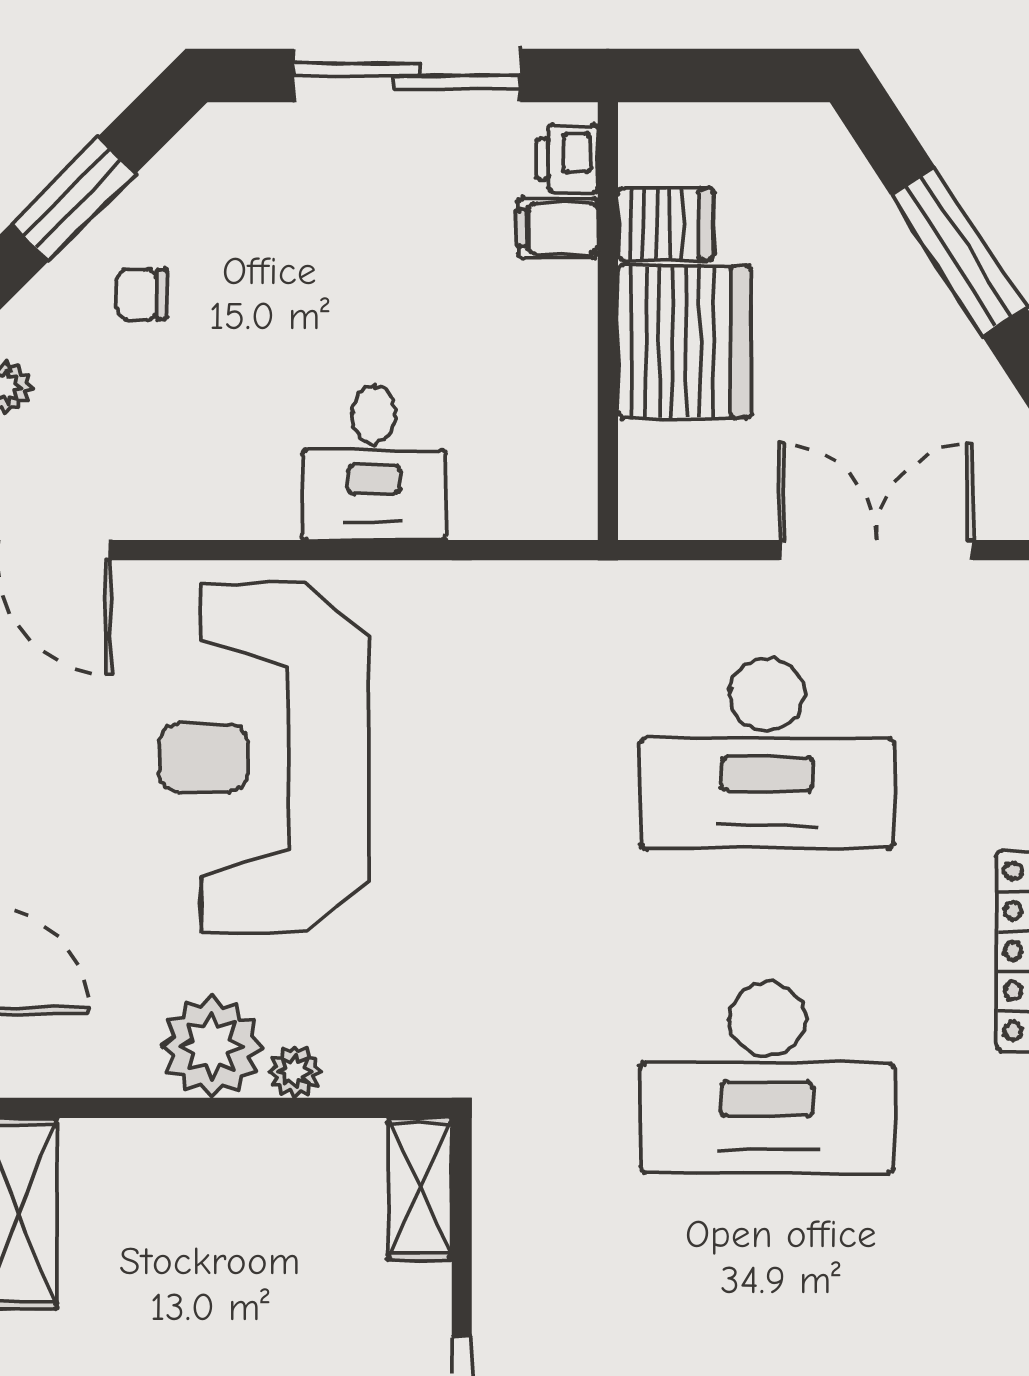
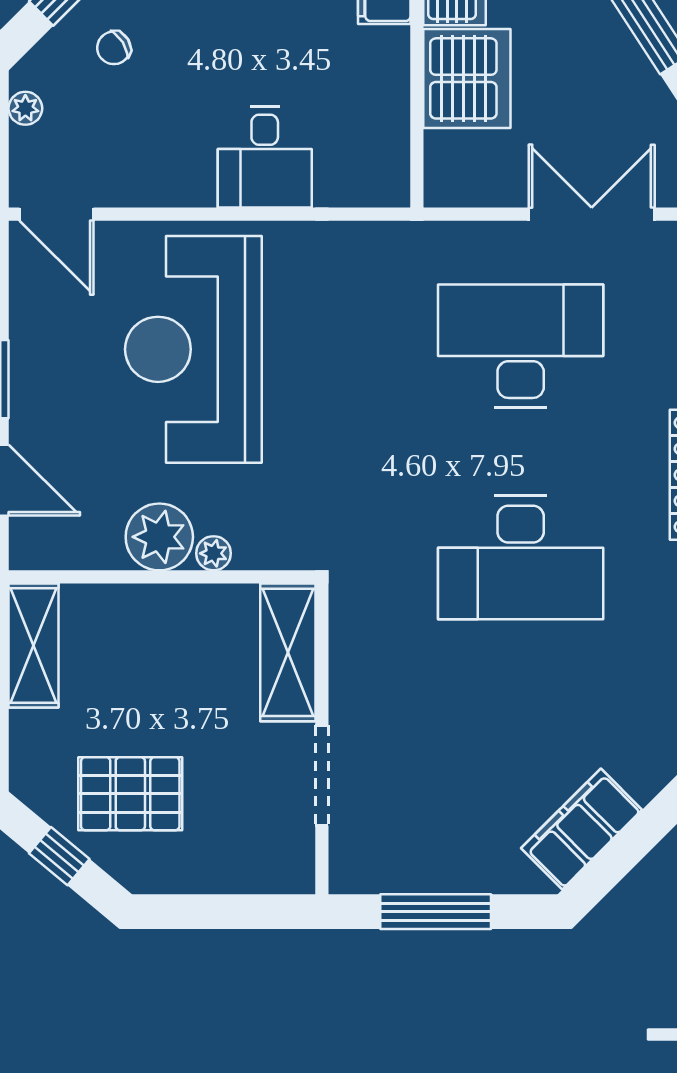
chair: (142, 295) -> (114, 48), turned -32
desk: (767, 753) -> (521, 346), turned 180
shelving: (420, 1188) -> (288, 652), width x1.50, depth x1.33

